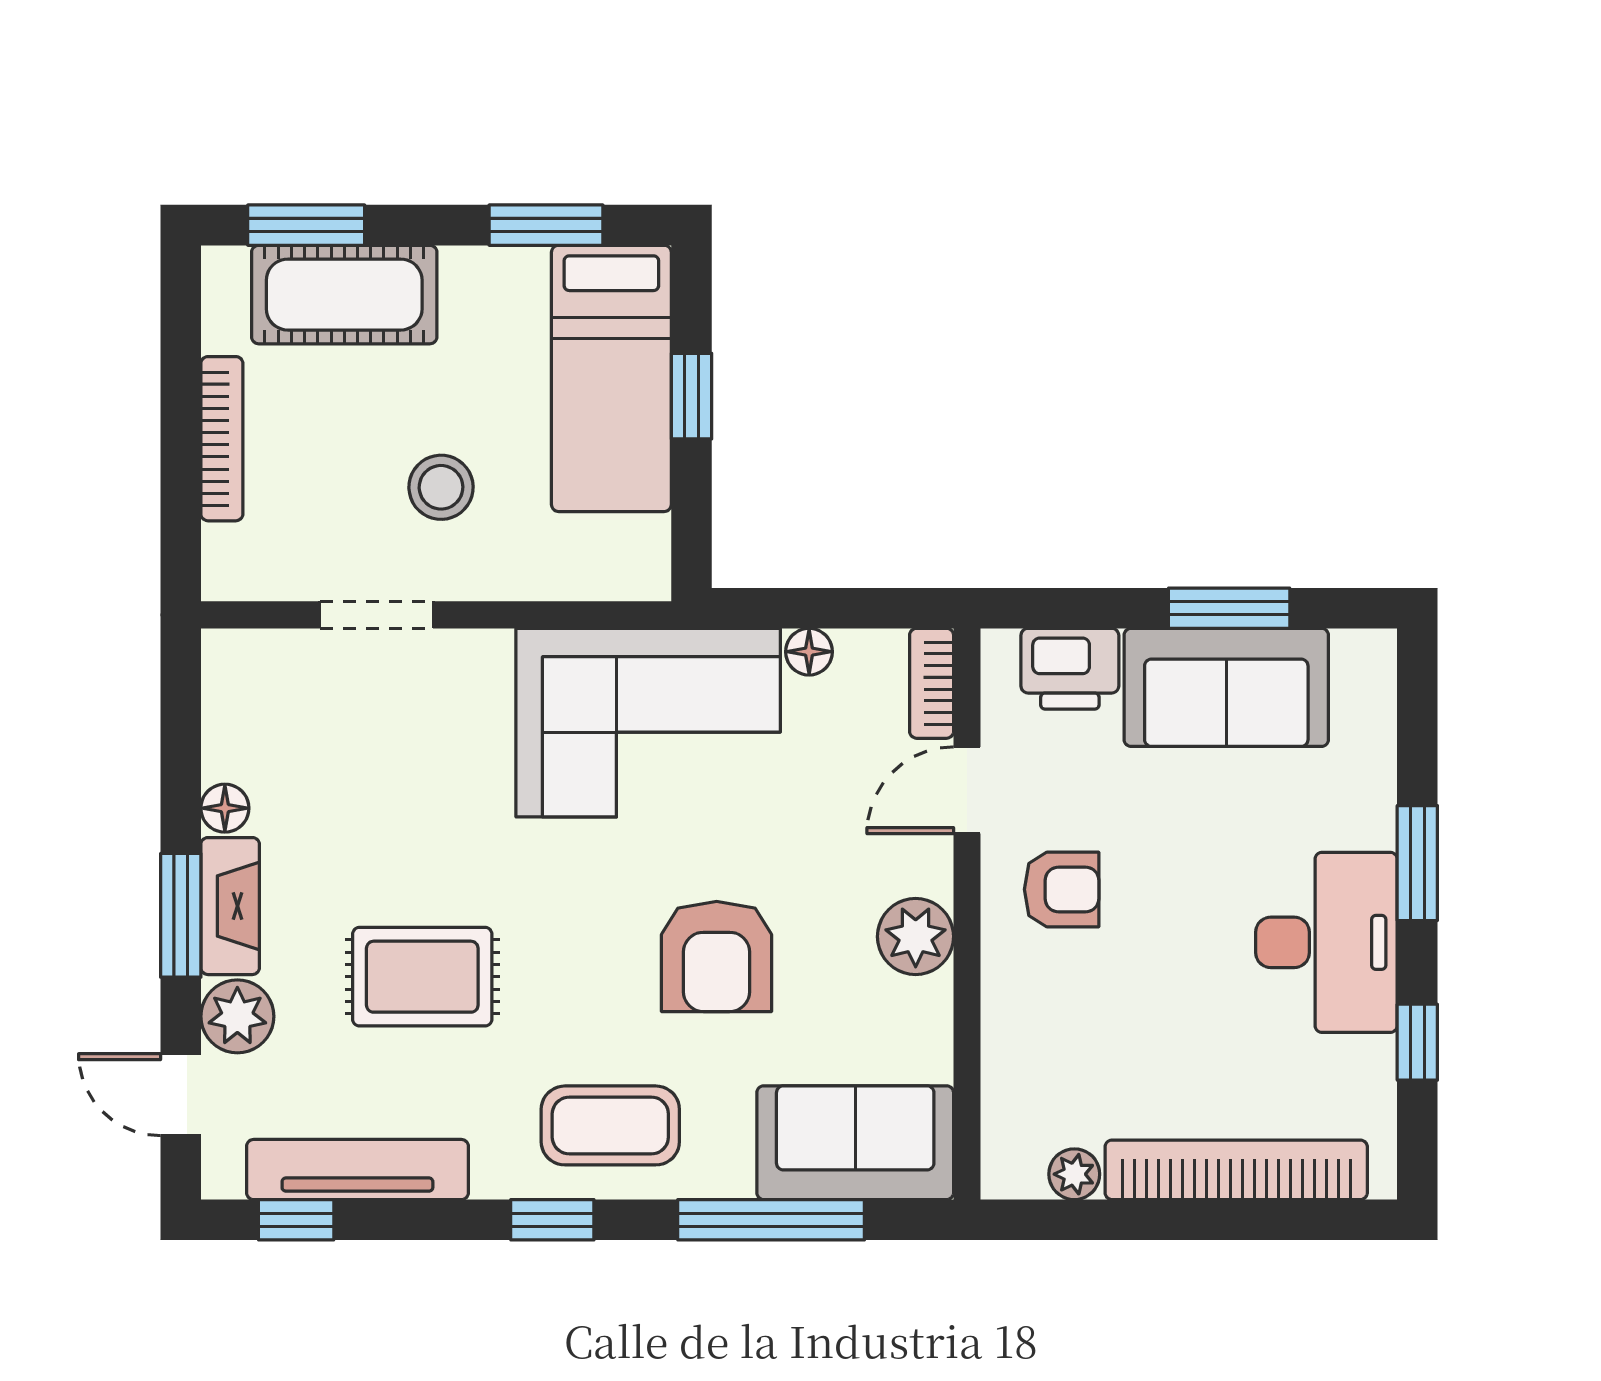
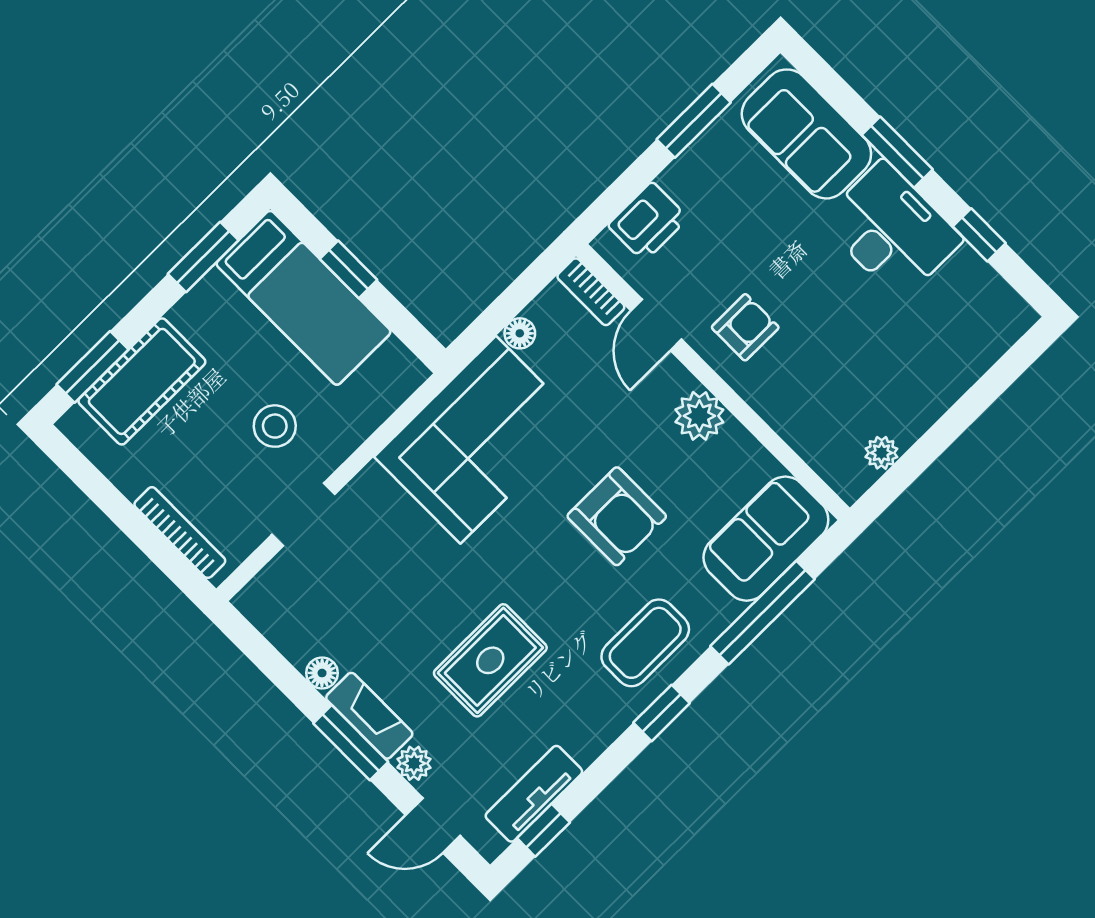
bookcase: (222, 439) -> (180, 533), moved
sofa: (1226, 687) -> (806, 134), moved, turned 90
plant: (237, 1016) -> (414, 763), width x0.73, depth x0.73
tv unit: (357, 1170) -> (534, 794), width x0.71
bookcase: (1236, 1170) -> (954, 377), removed

